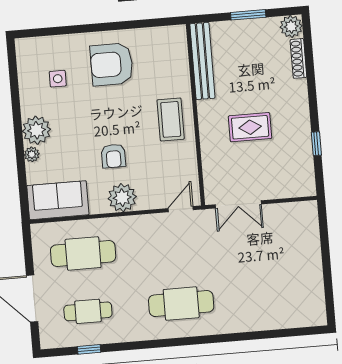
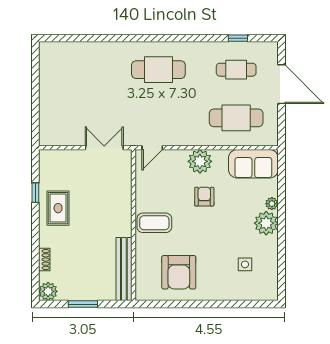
shoe rack: (298, 58) -> (44, 259), width x0.70
armchair: (112, 64) -> (179, 272), moved, turned 90
coffee table: (171, 119) -> (154, 223), turned 90
rug: (250, 127) -> (58, 208), moved, turned 90

